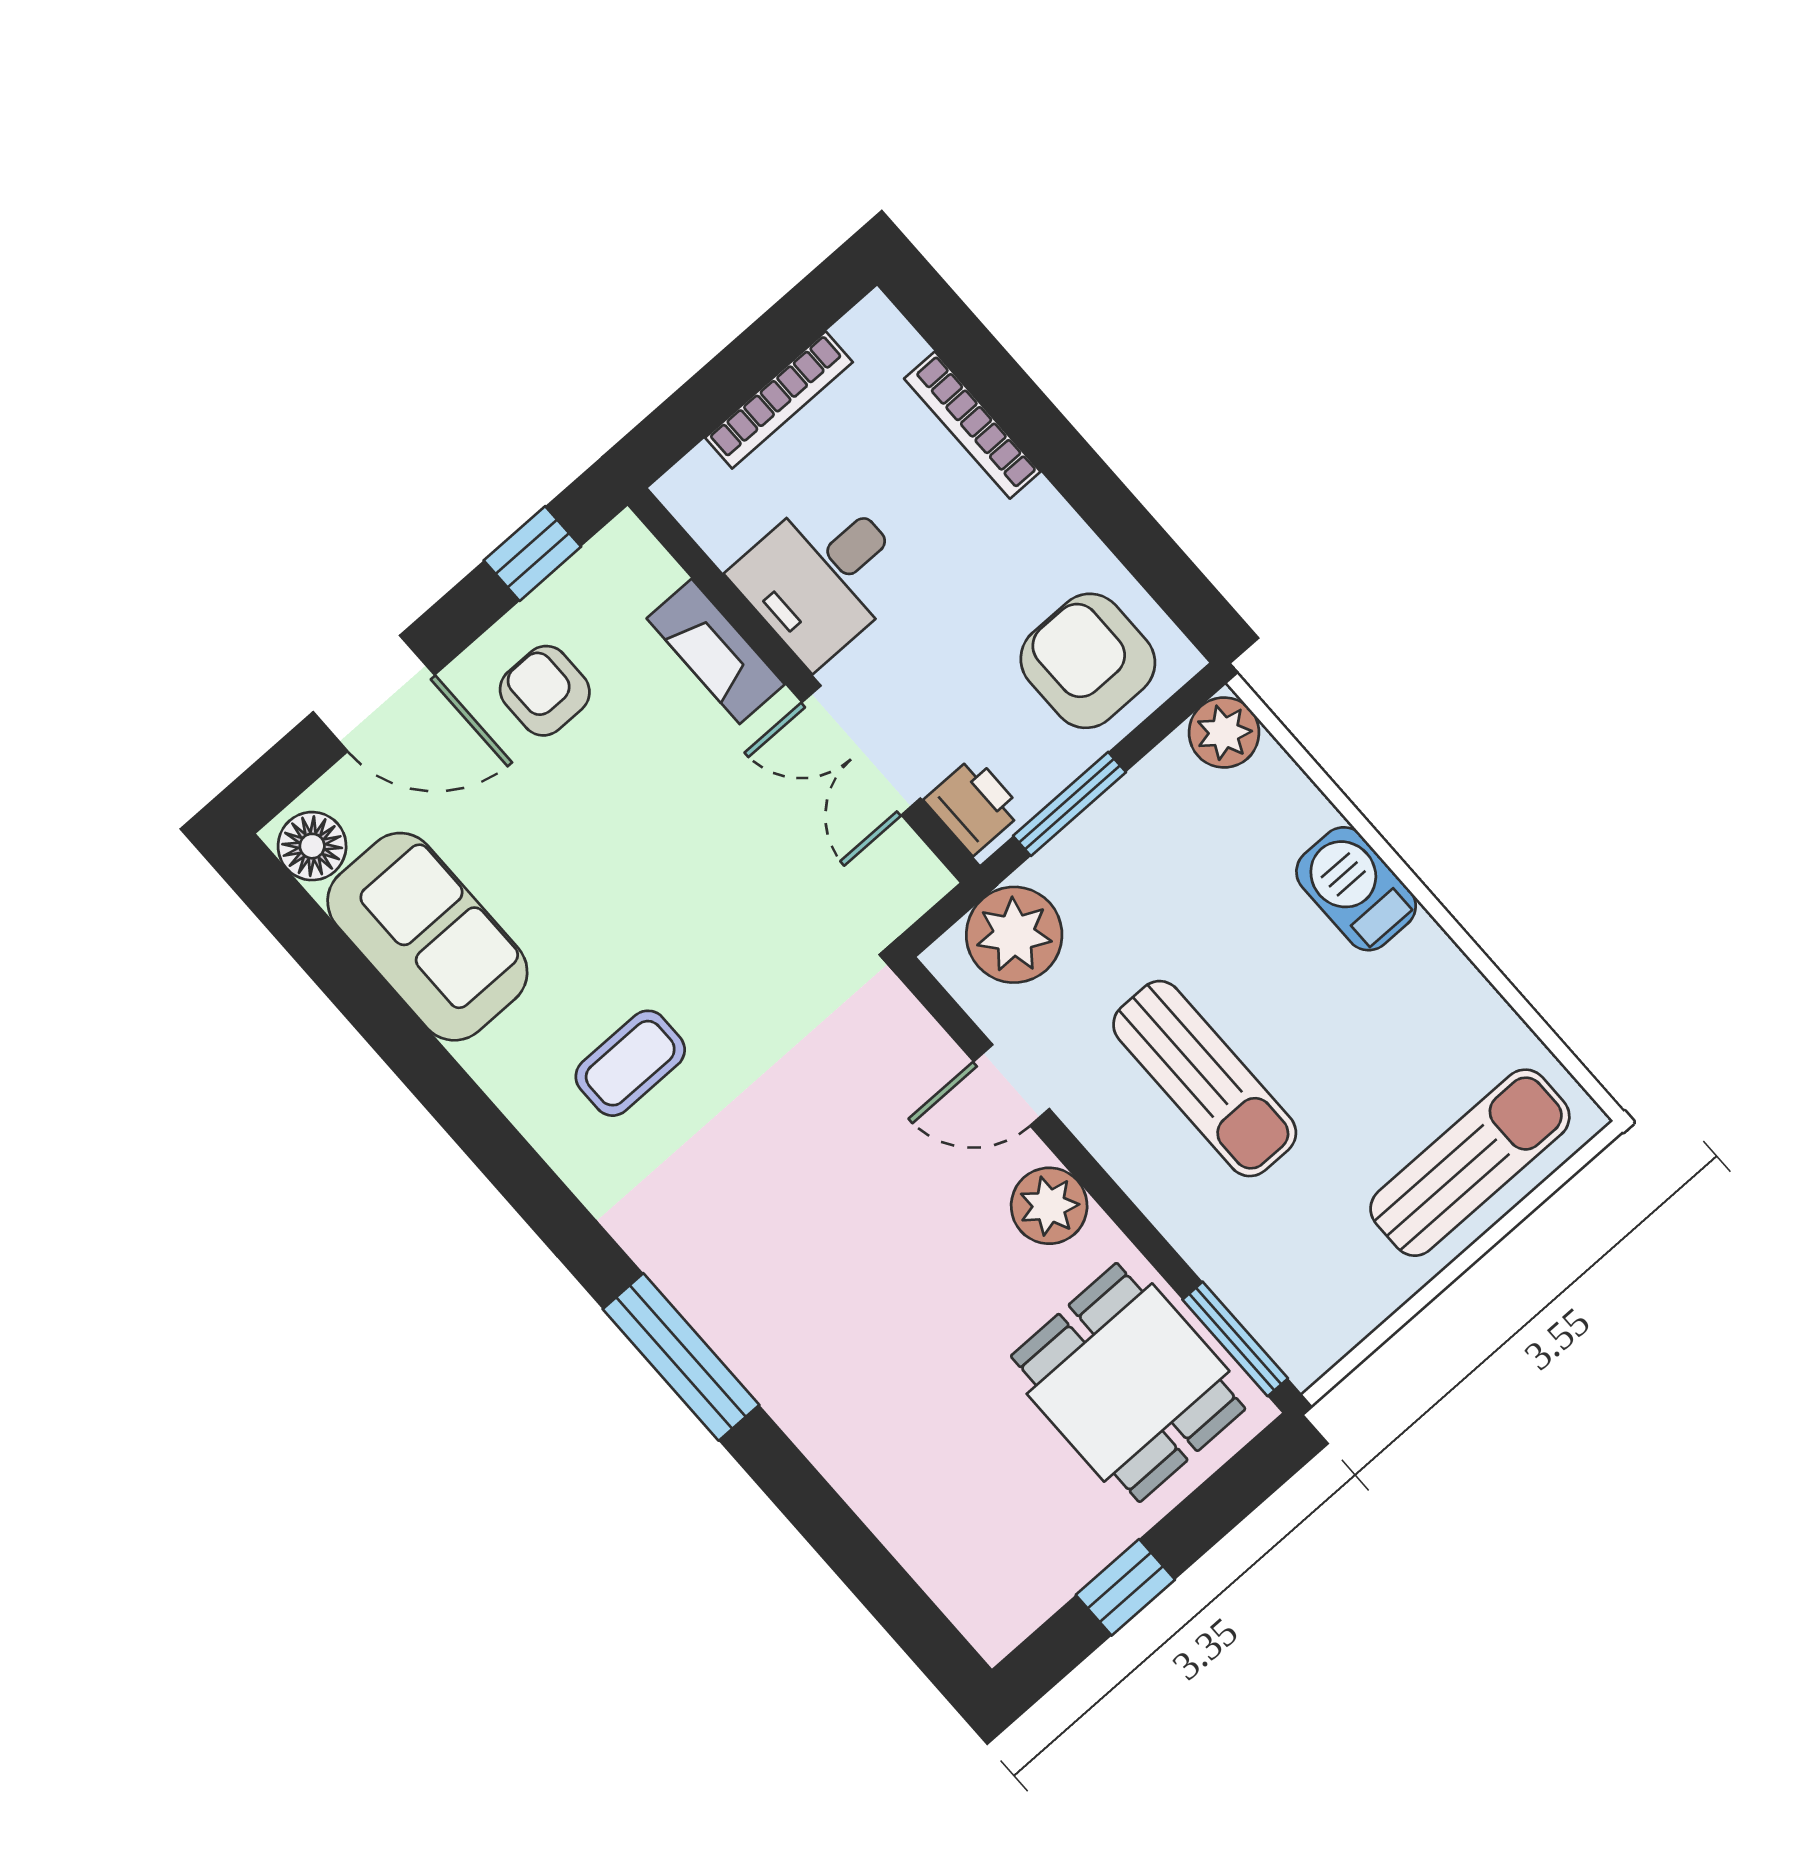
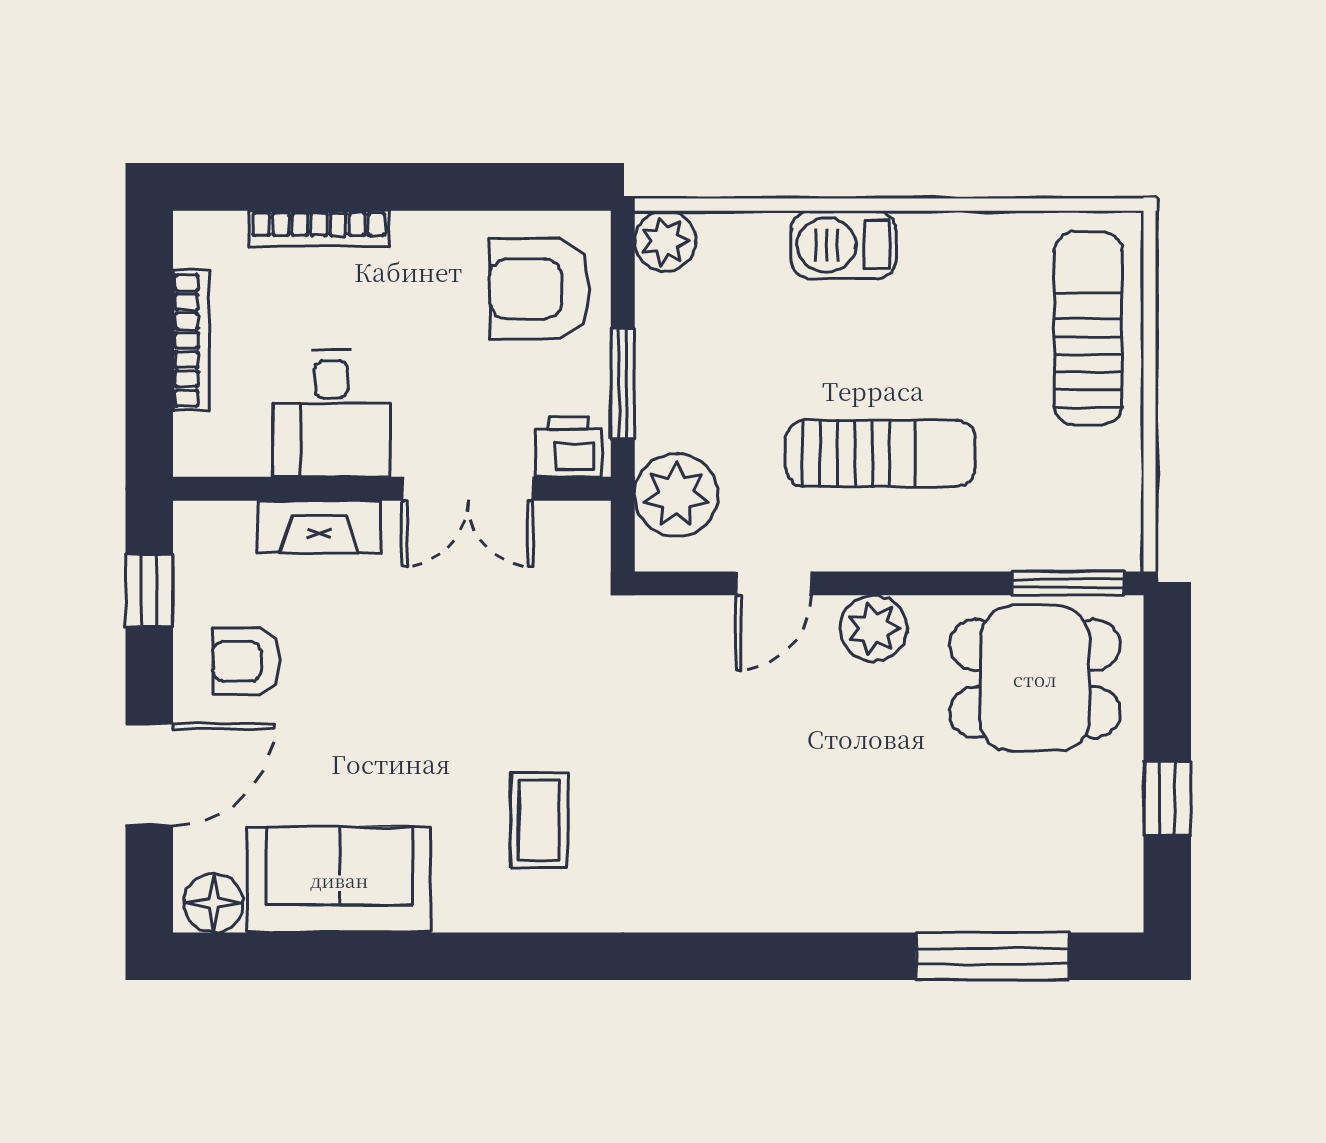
window: (681, 1357) -> (992, 956), moved

